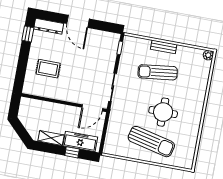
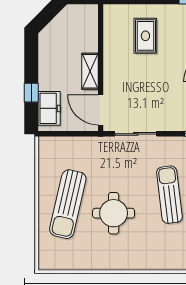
shelving: (51, 138) -> (90, 71), moved
freezer: (80, 141) -> (49, 108), width x0.71

